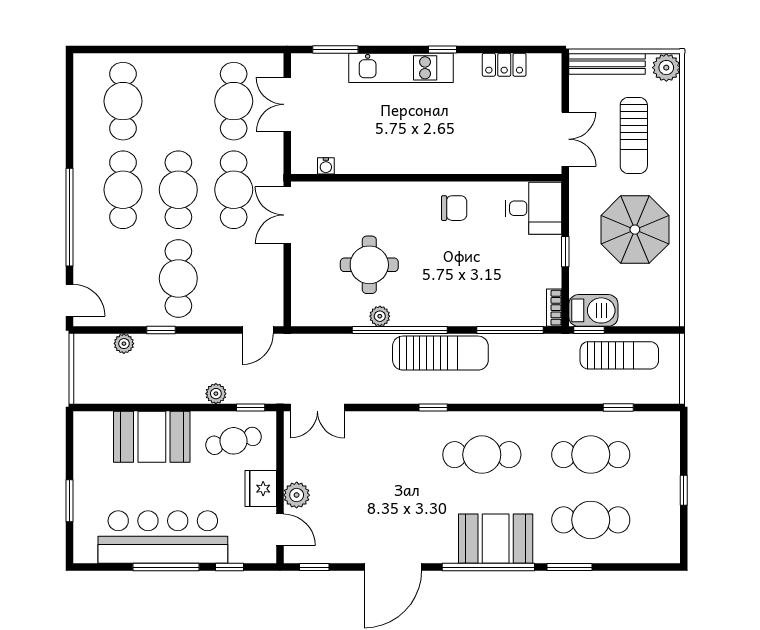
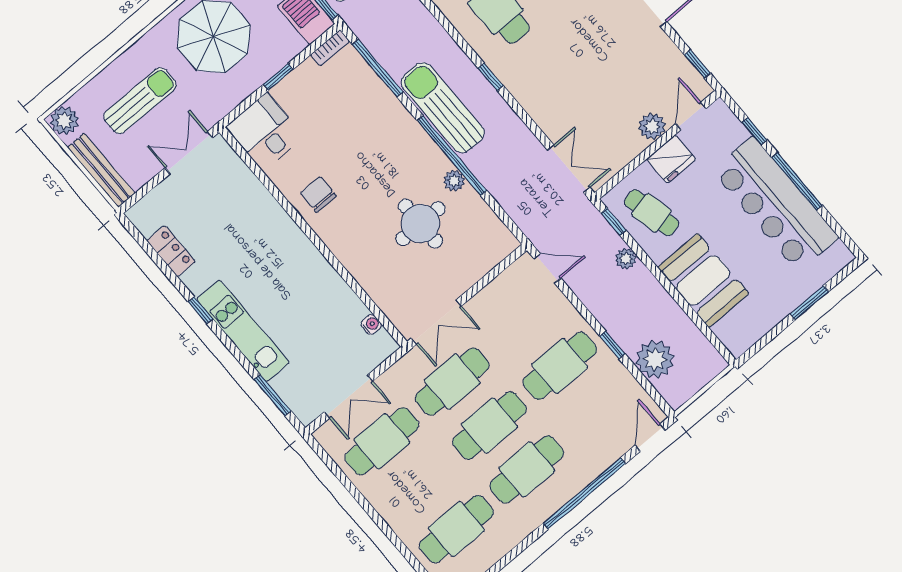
plant: (124, 344) -> (655, 359), width x1.88, depth x1.88

